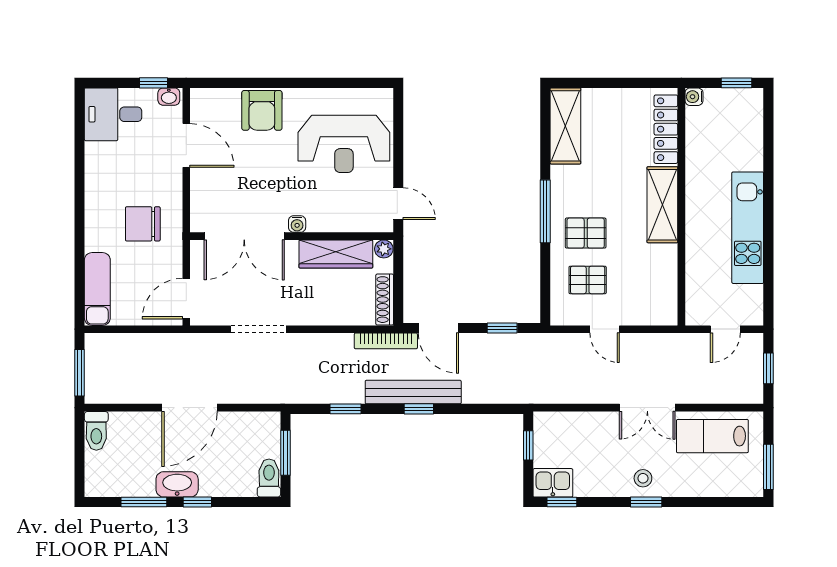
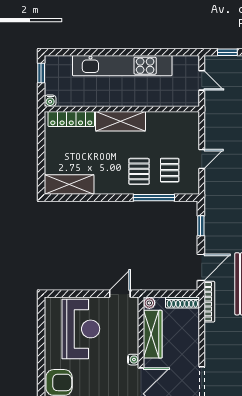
window: (545, 211) -> (154, 198), moved
kitchen unit: (748, 228) -> (122, 66), width x1.36

